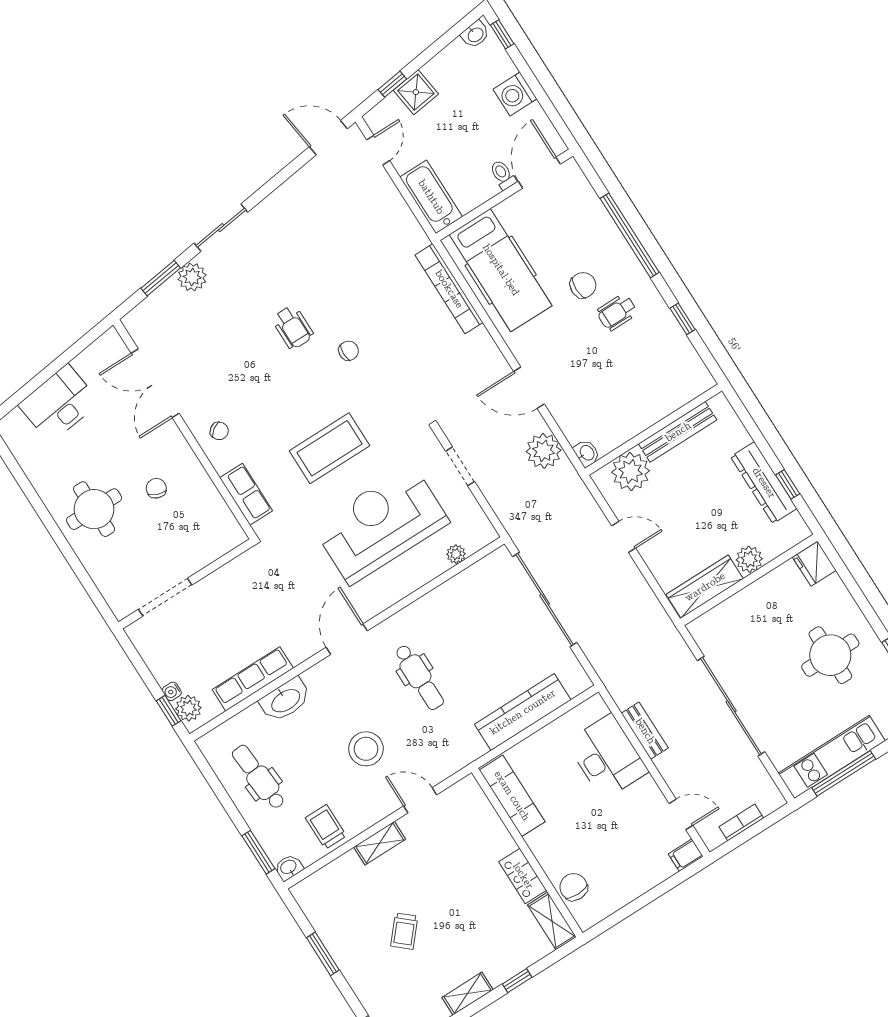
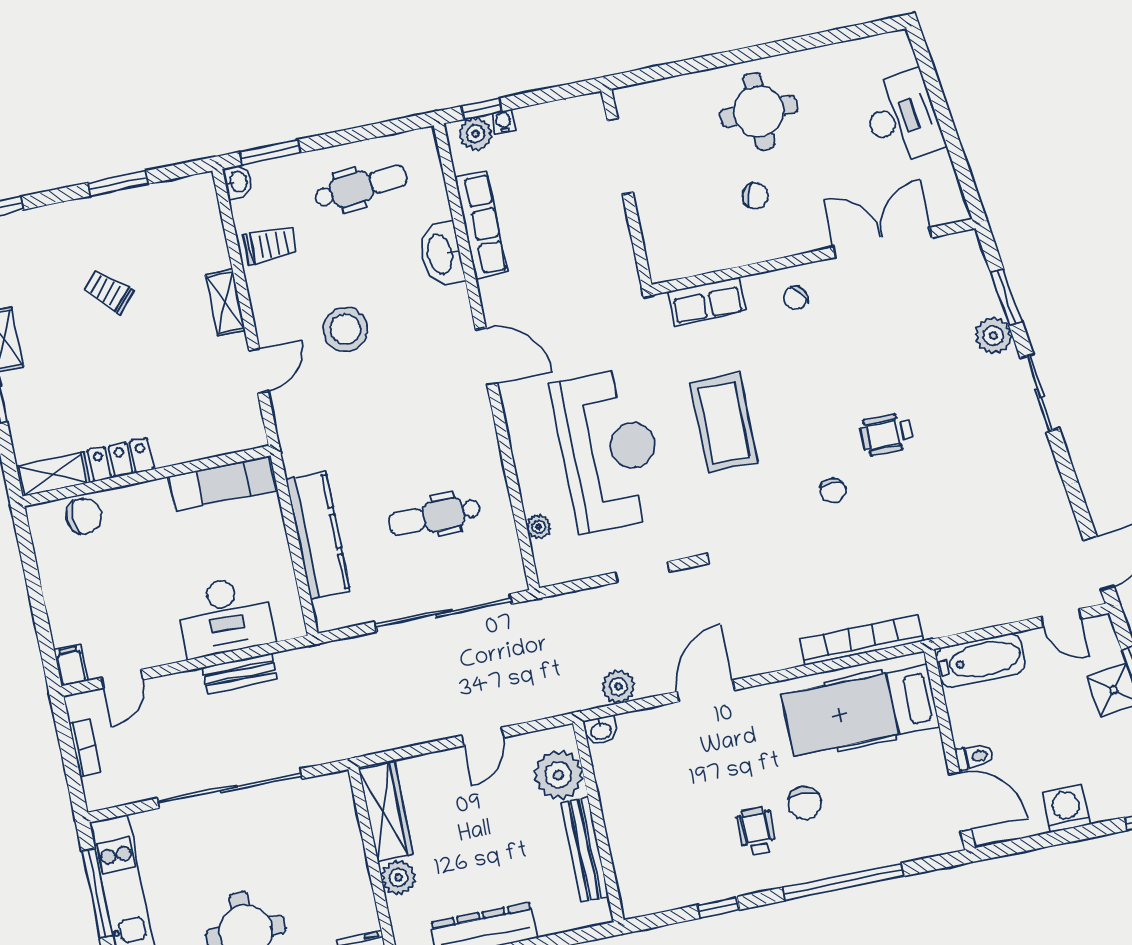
plant: (544, 451) -> (618, 687), width x0.73, depth x0.73
dental chair: (419, 677) -> (435, 516), moved

